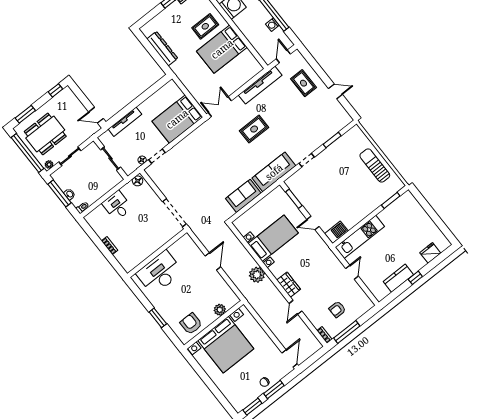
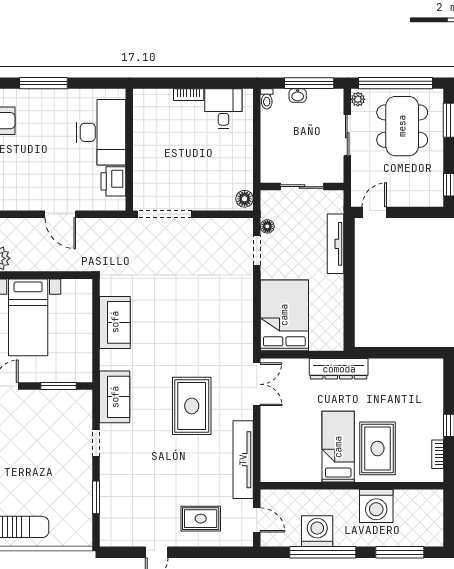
washing machine: (272, 25) -> (317, 531), width x1.89, depth x1.89
rug: (205, 26) -> (378, 448), width x1.36, depth x1.43
dresser: (162, 49) -> (339, 369), moved
bed: (222, 49) -> (338, 447), width x0.67
rug: (254, 129) -> (192, 406), width x1.36, depth x1.43
sofa: (274, 172) -> (115, 397), width x0.73
desk: (117, 206) -> (223, 109), moved, turned -90
printer: (178, 249) -> (113, 181), added
window: (158, 318) -> (43, 83), width x1.44

